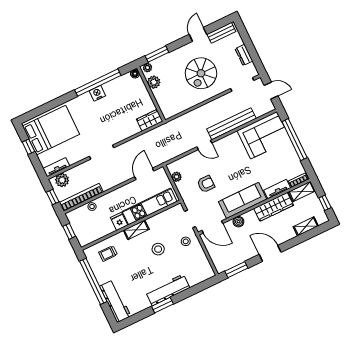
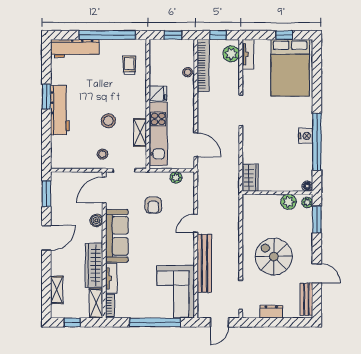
shelving: (136, 230) -> (140, 133), moved

